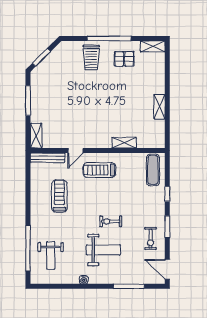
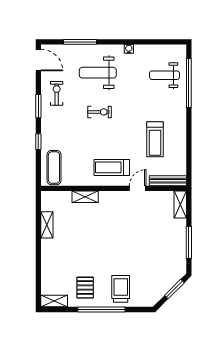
pallet: (124, 59) -> (85, 288), turned 90
shelving: (159, 107) -> (47, 225), moved
treadmill: (99, 170) -> (112, 167), turned 180
weight bench: (103, 250) -> (98, 73), moved
weight bench: (51, 255) -> (164, 75), turned -90

